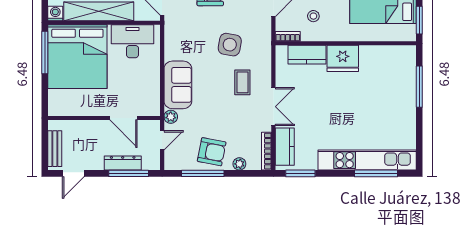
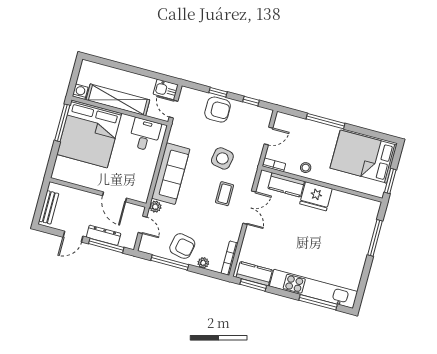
stool: (313, 16) -> (306, 168), moved
desk: (132, 41) -> (145, 135), width x0.73
sofa: (178, 85) -> (171, 174), width x1.36
double door: (273, 107) -> (249, 208), moved
door: (162, 140) -> (143, 225), hinge flipped
kitchen counter: (285, 147) -> (254, 274), moved, turned -90
door: (73, 173) -> (73, 237), moved

